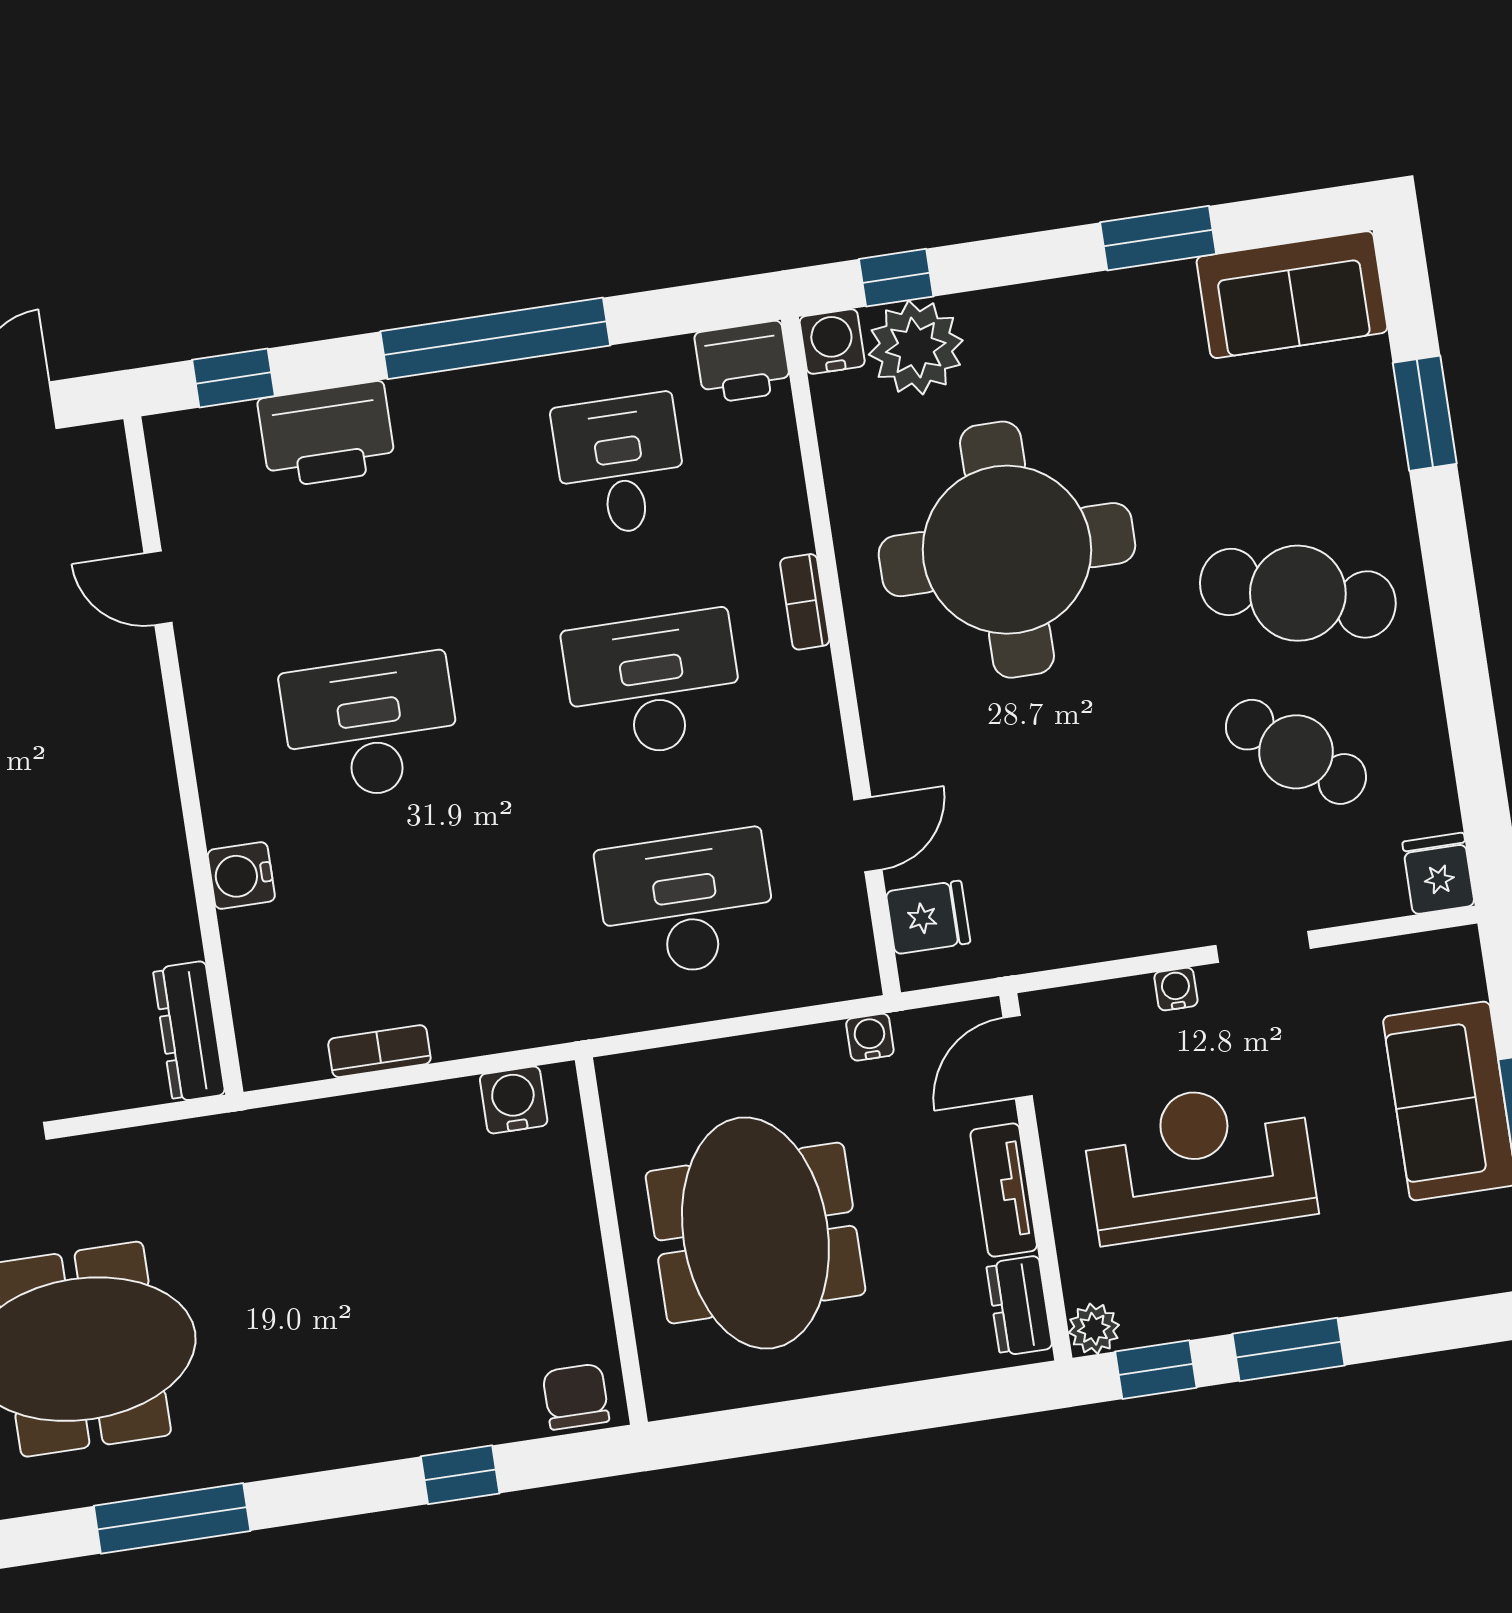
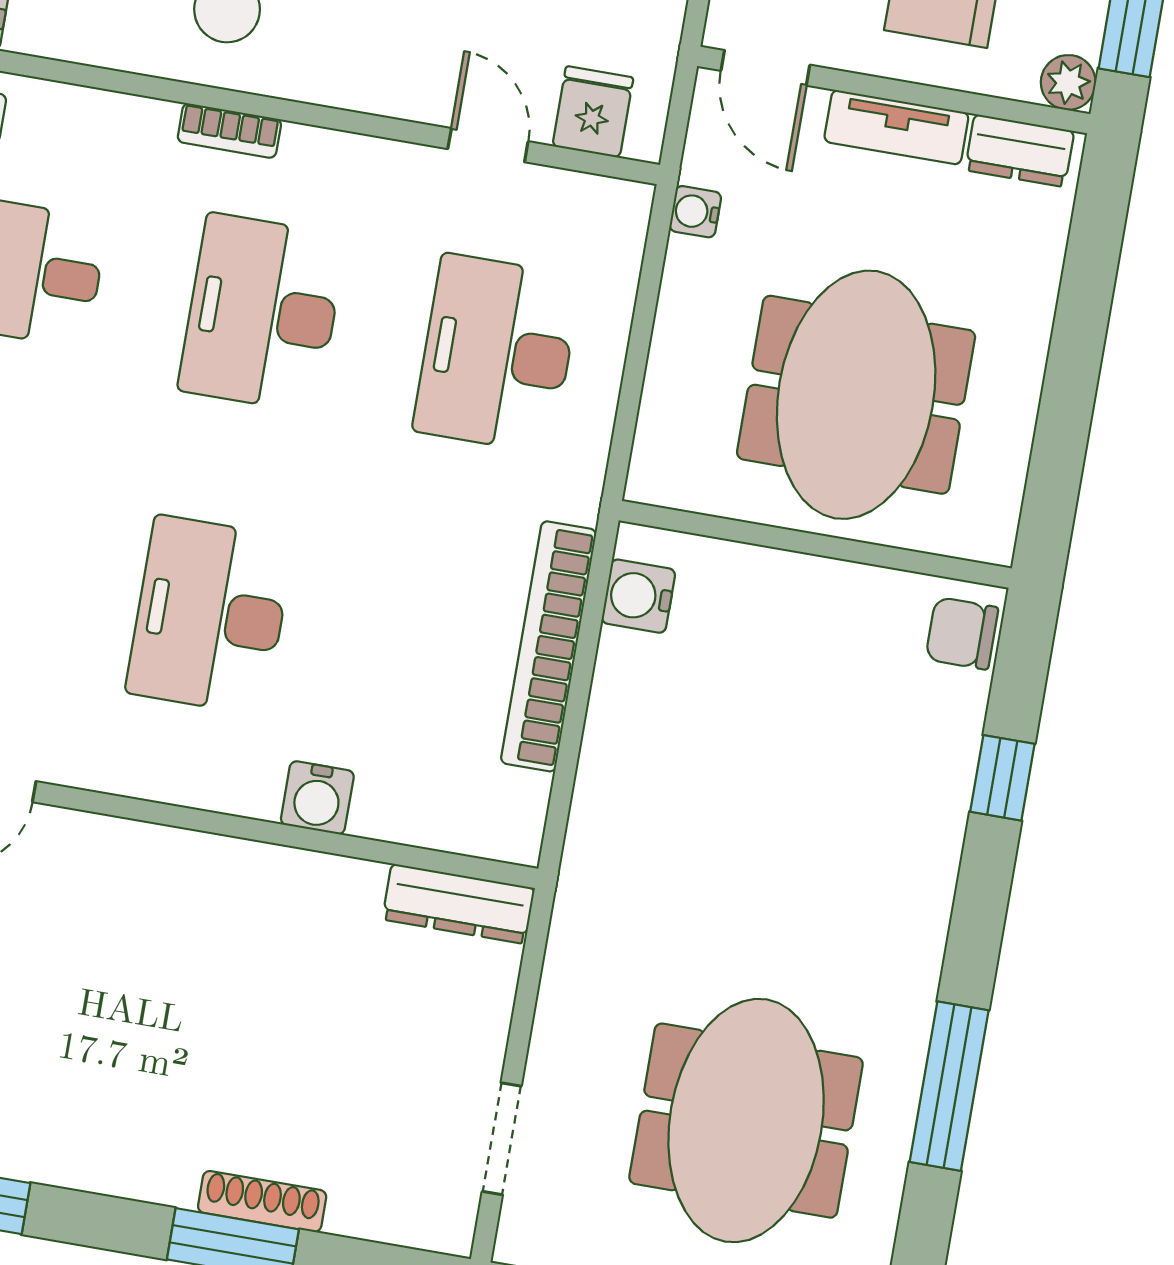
bookcase: (379, 1051) -> (549, 646), width x2.31, depth x1.31
meeting table: (755, 1233) -> (856, 395), turned 90

